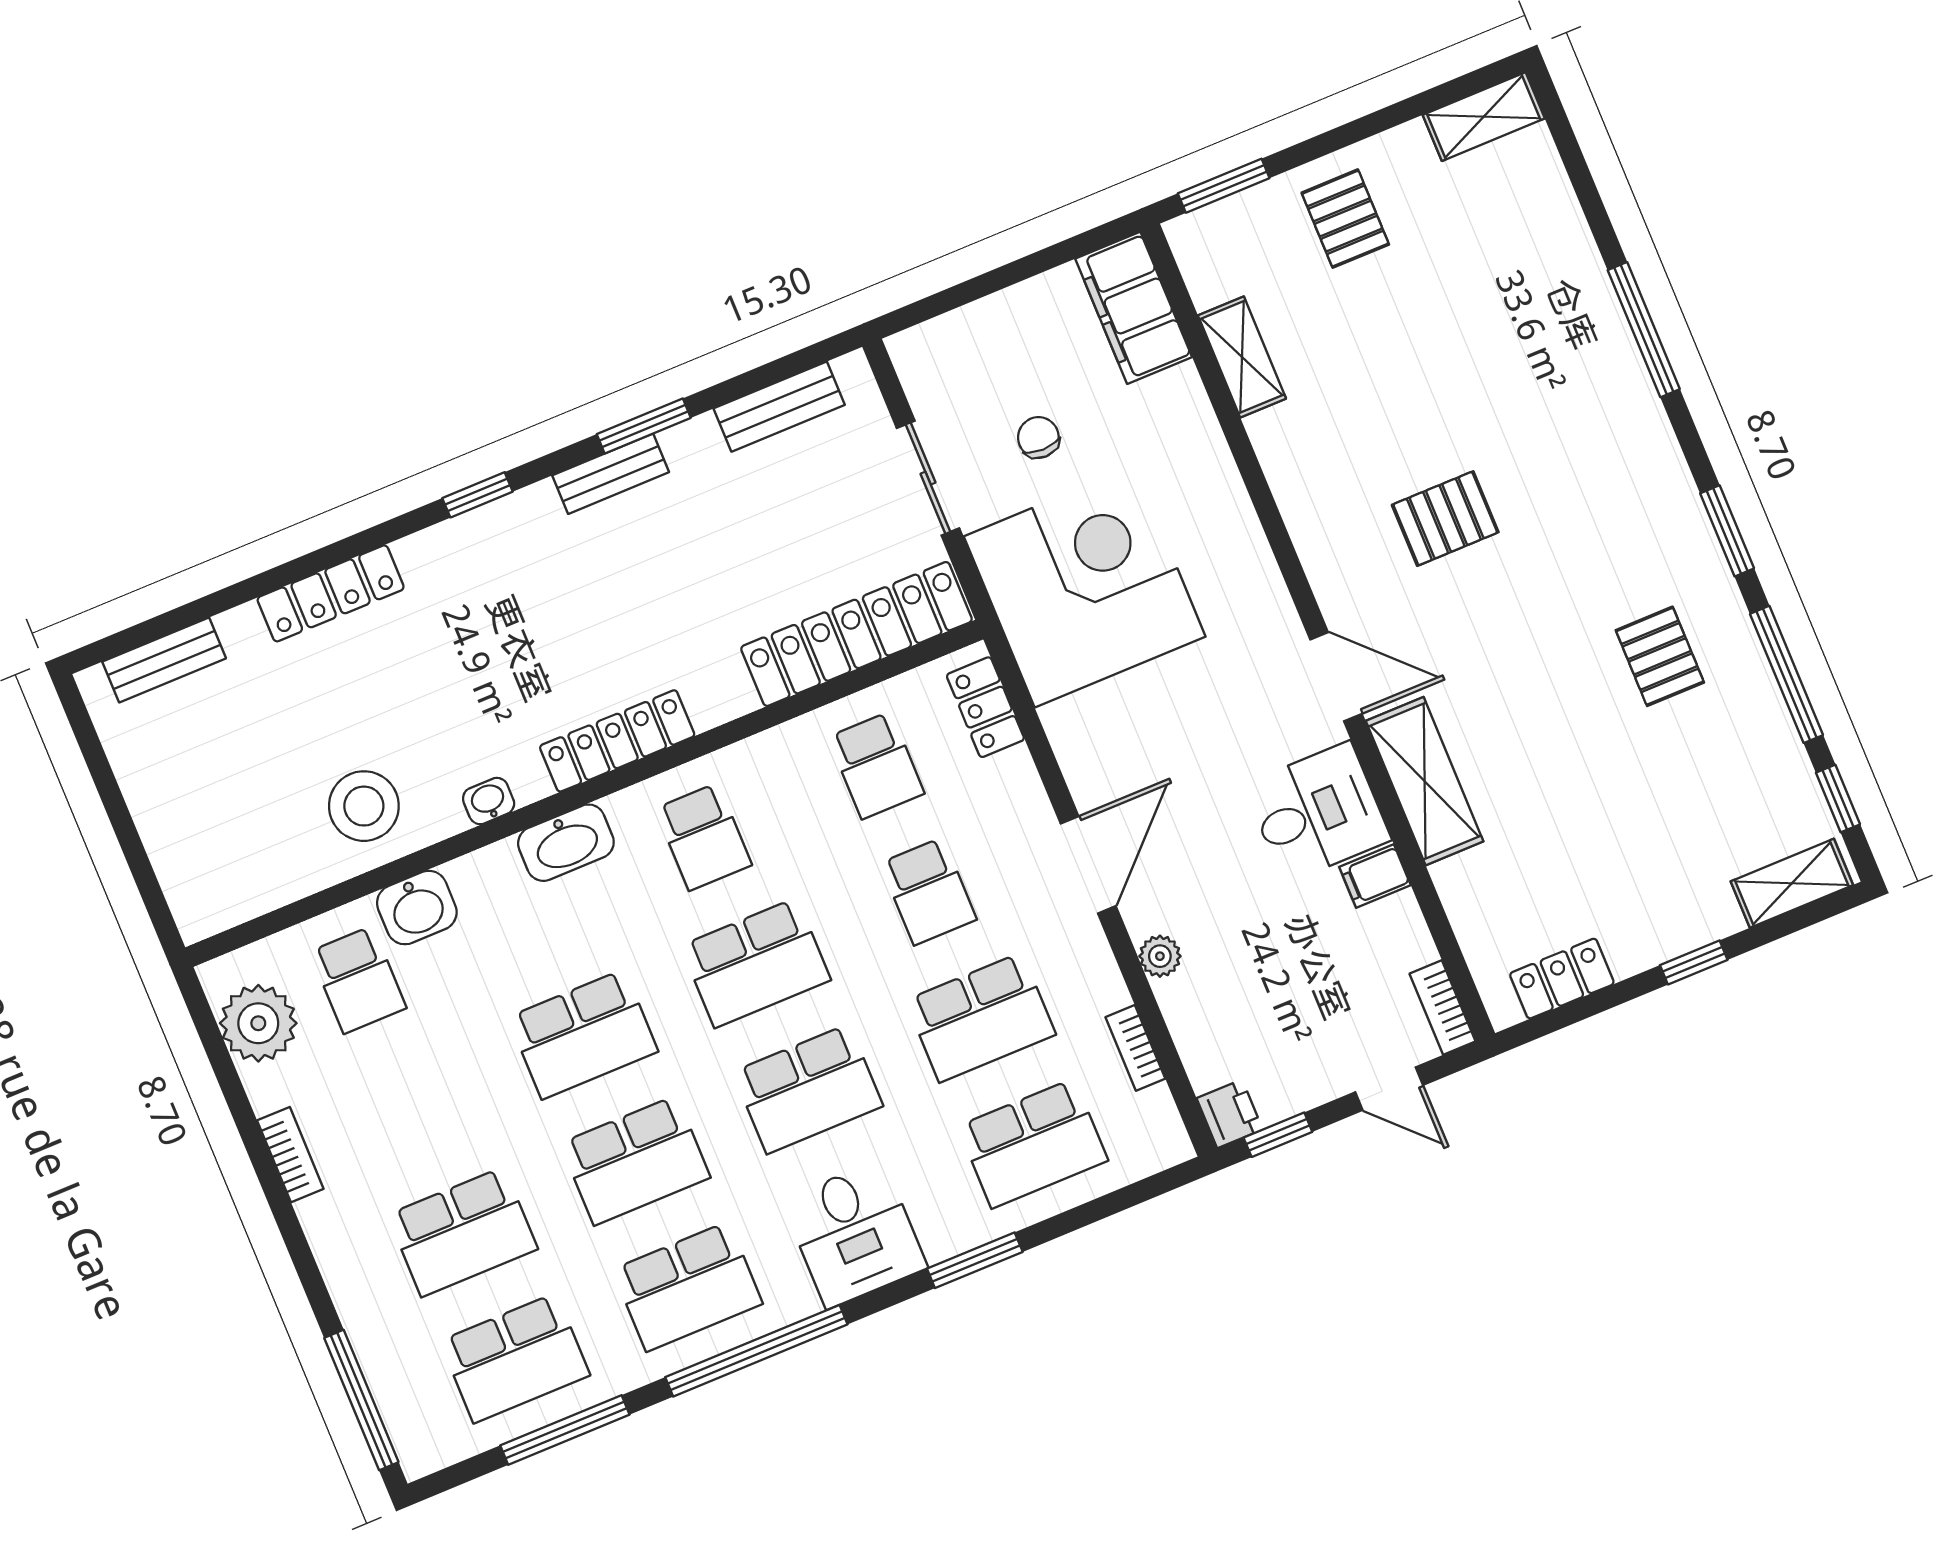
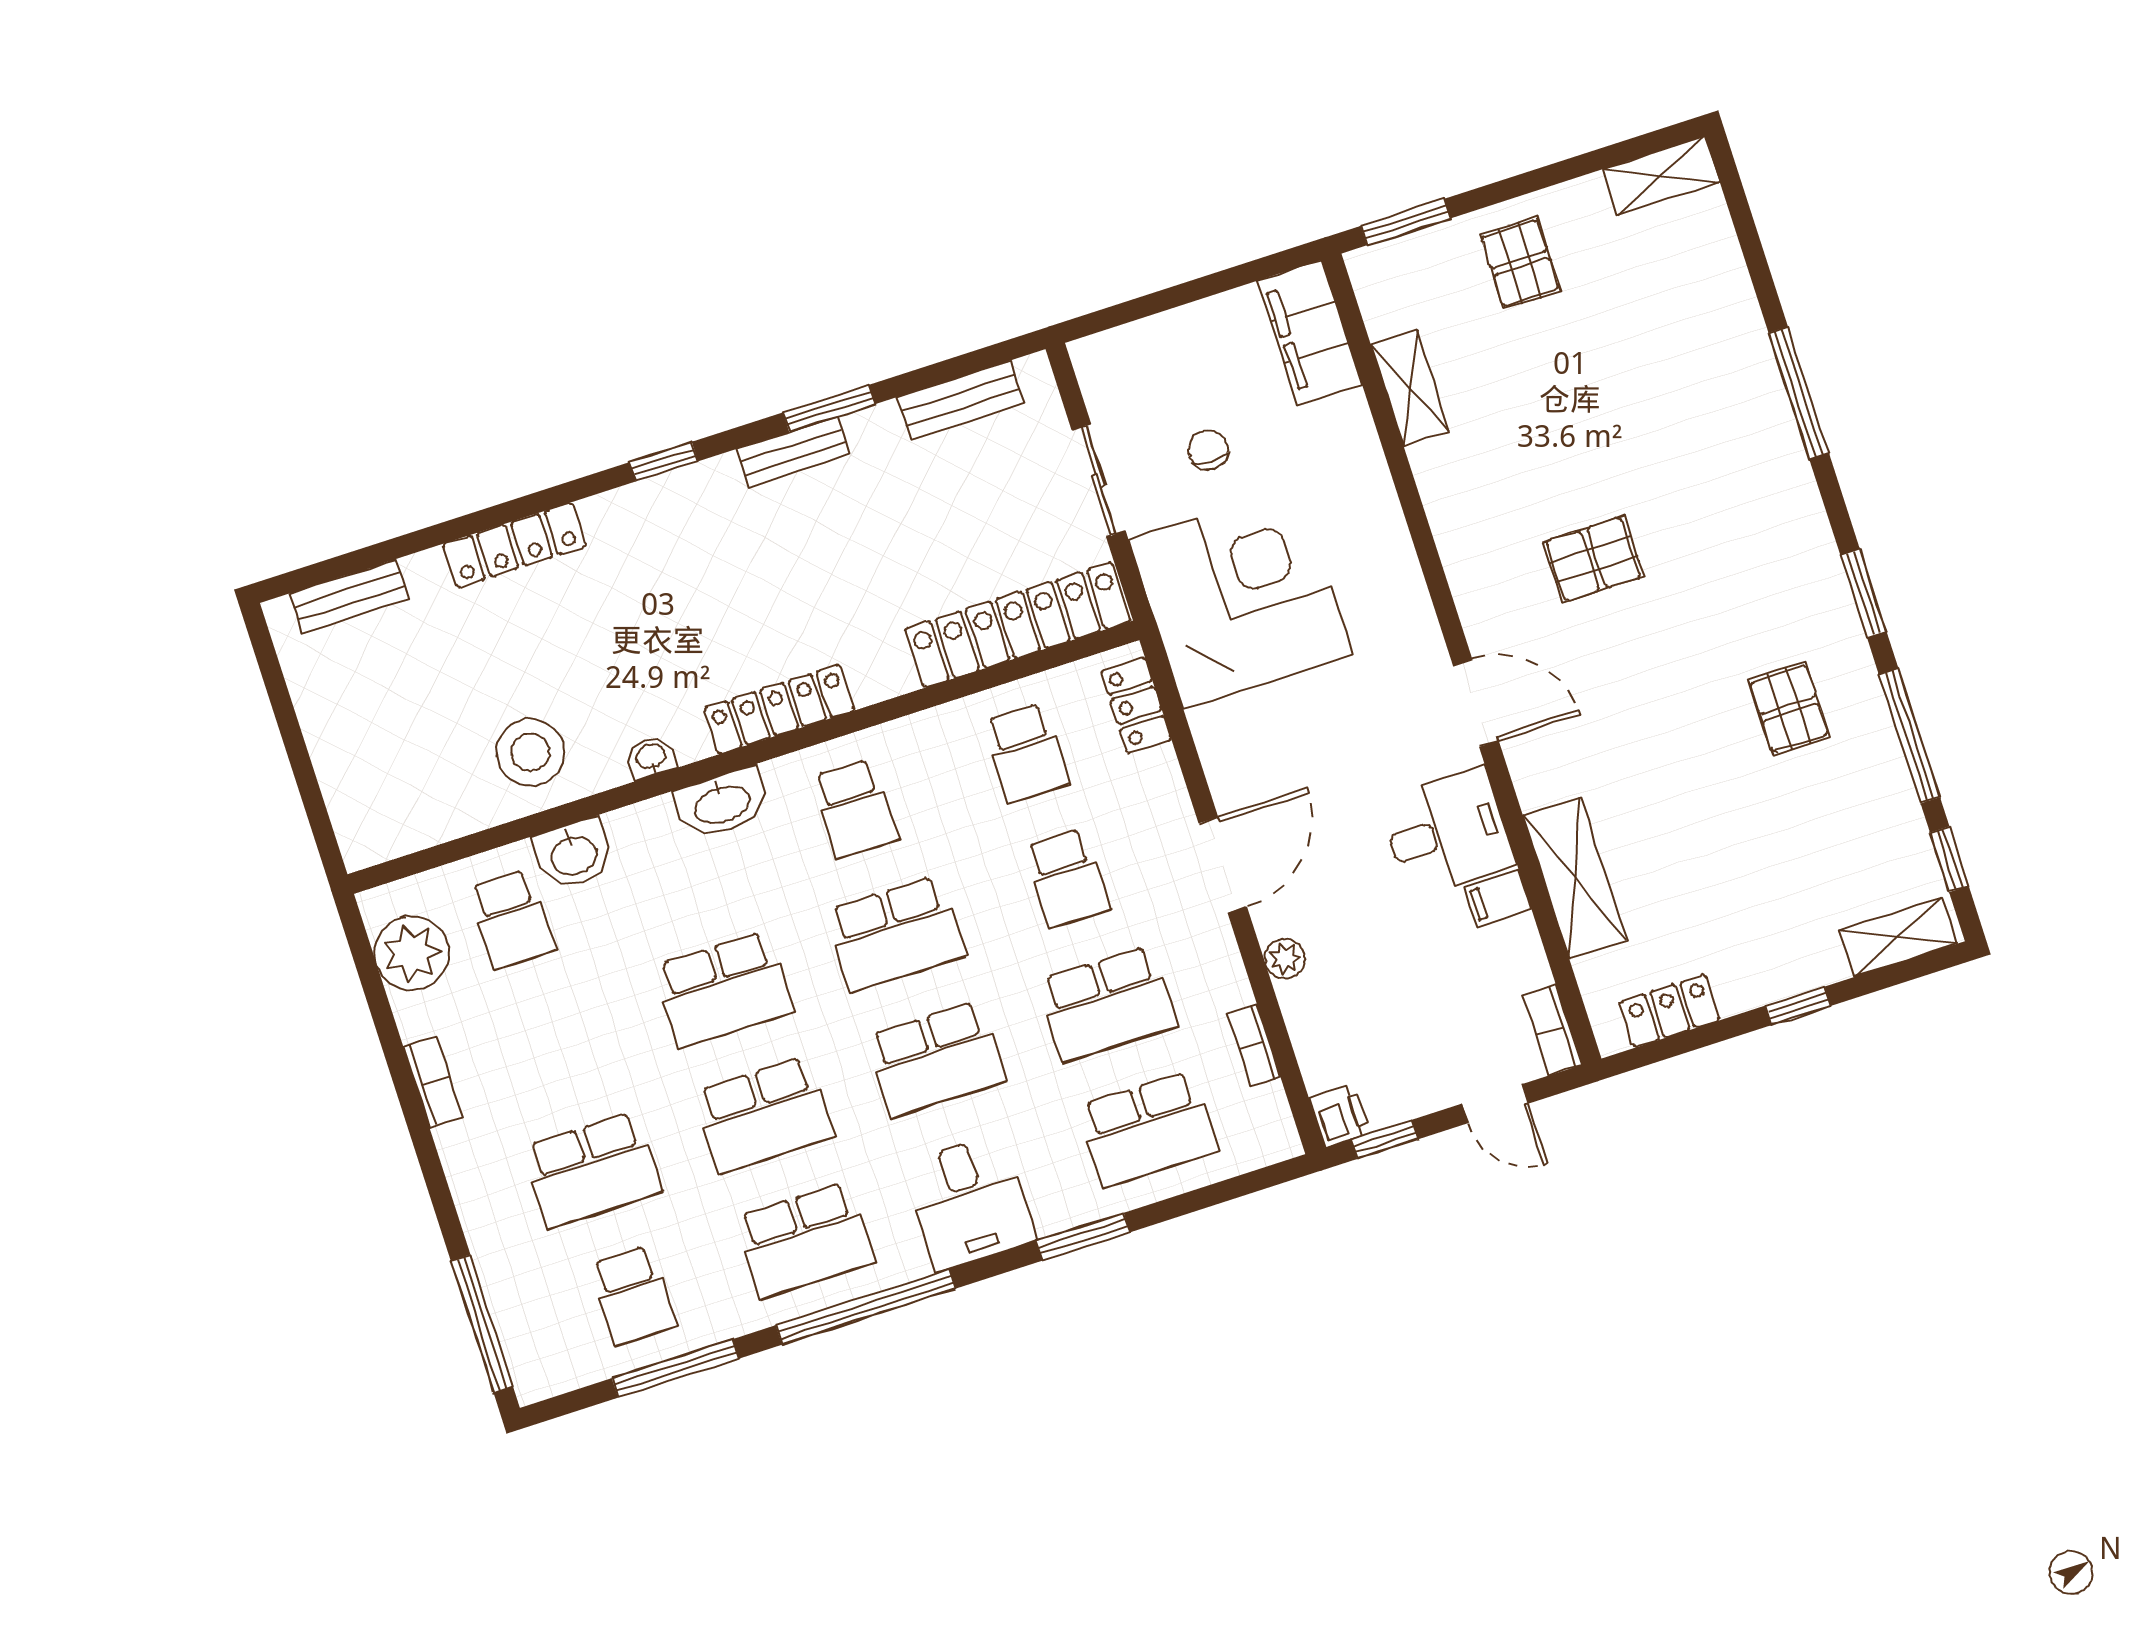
shelving: (1425, 781) -> (1575, 878), moved
school desk: (515, 1358) -> (633, 1295), width x0.54

